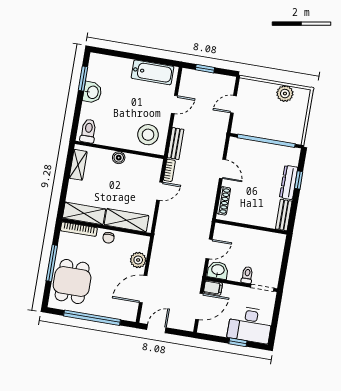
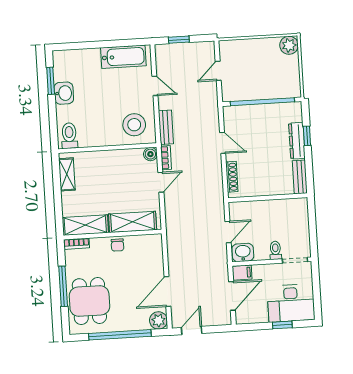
plant: (285, 94) -> (289, 45), moved
door: (174, 105) -> (155, 86), hinge flipped
boiler: (119, 158) -> (150, 154), moved
bookcase: (79, 229) -> (76, 244), width x0.64
plant: (138, 260) -> (158, 320), moved

